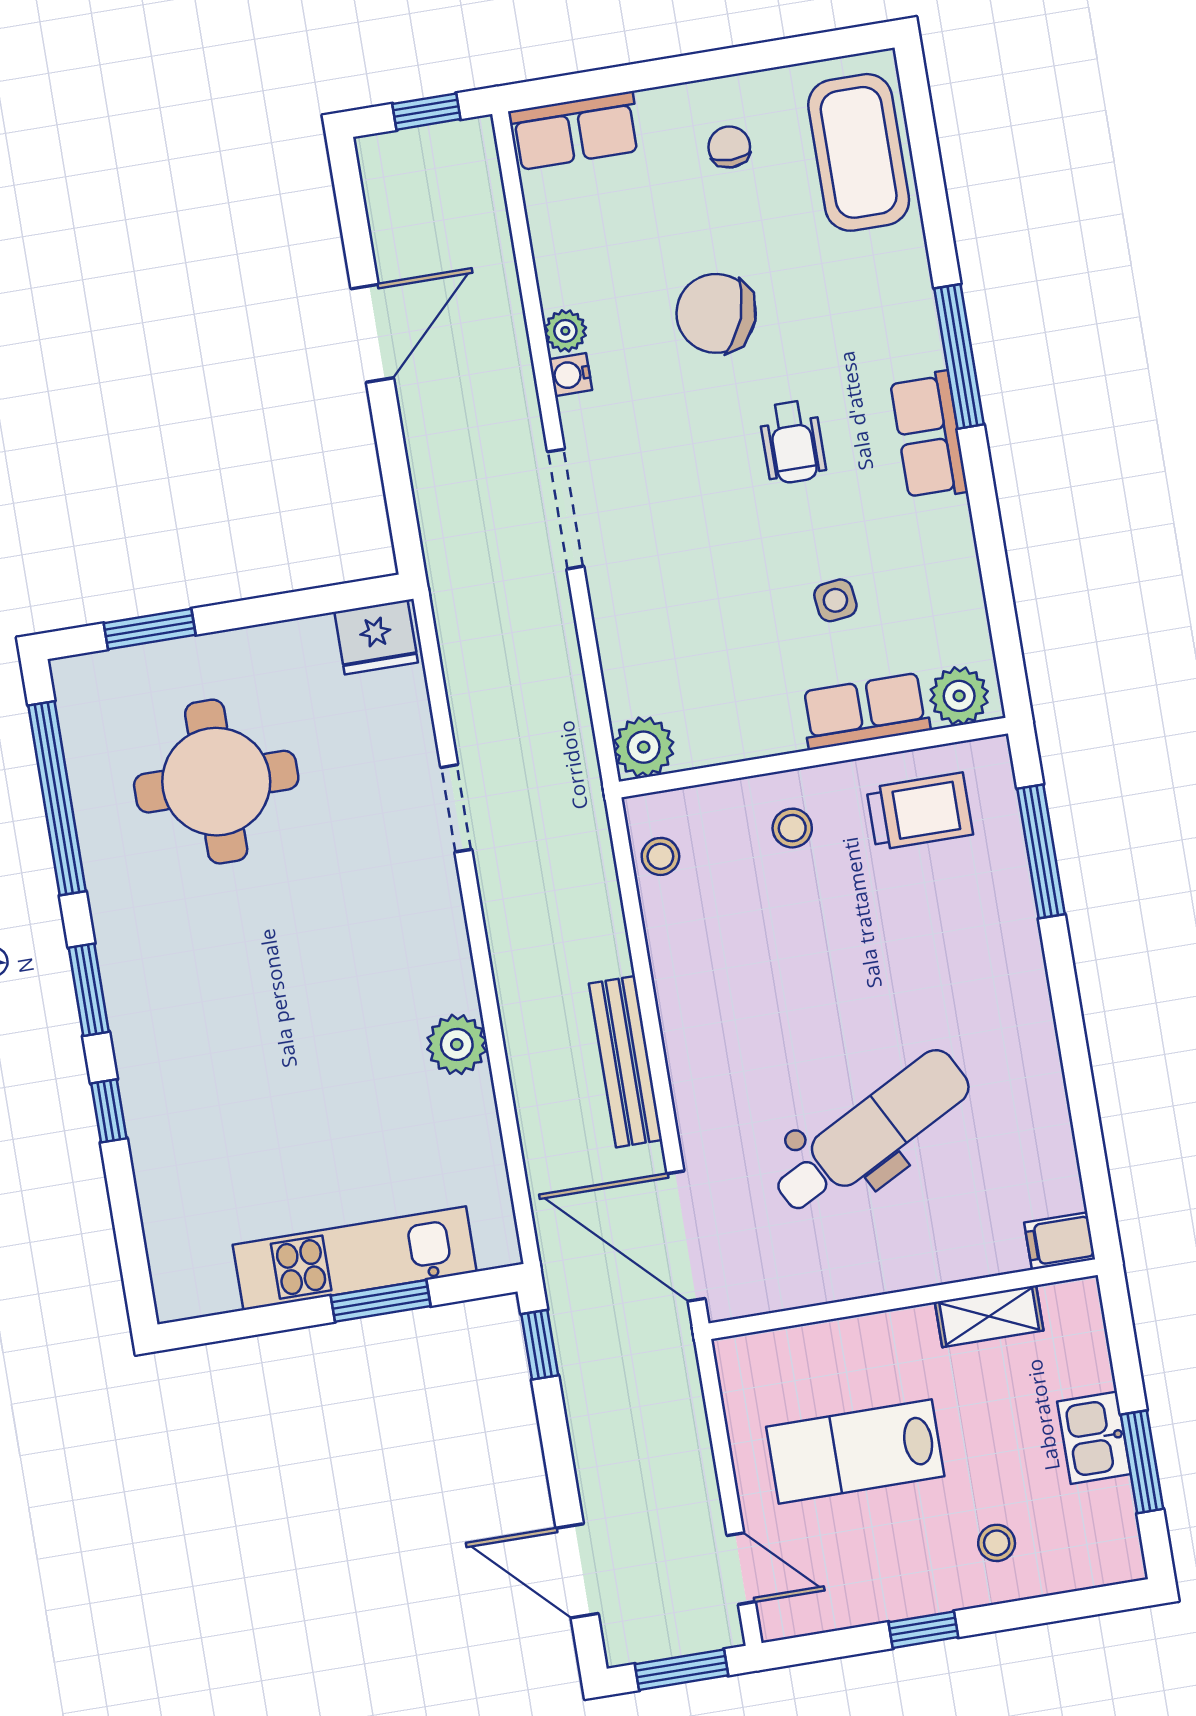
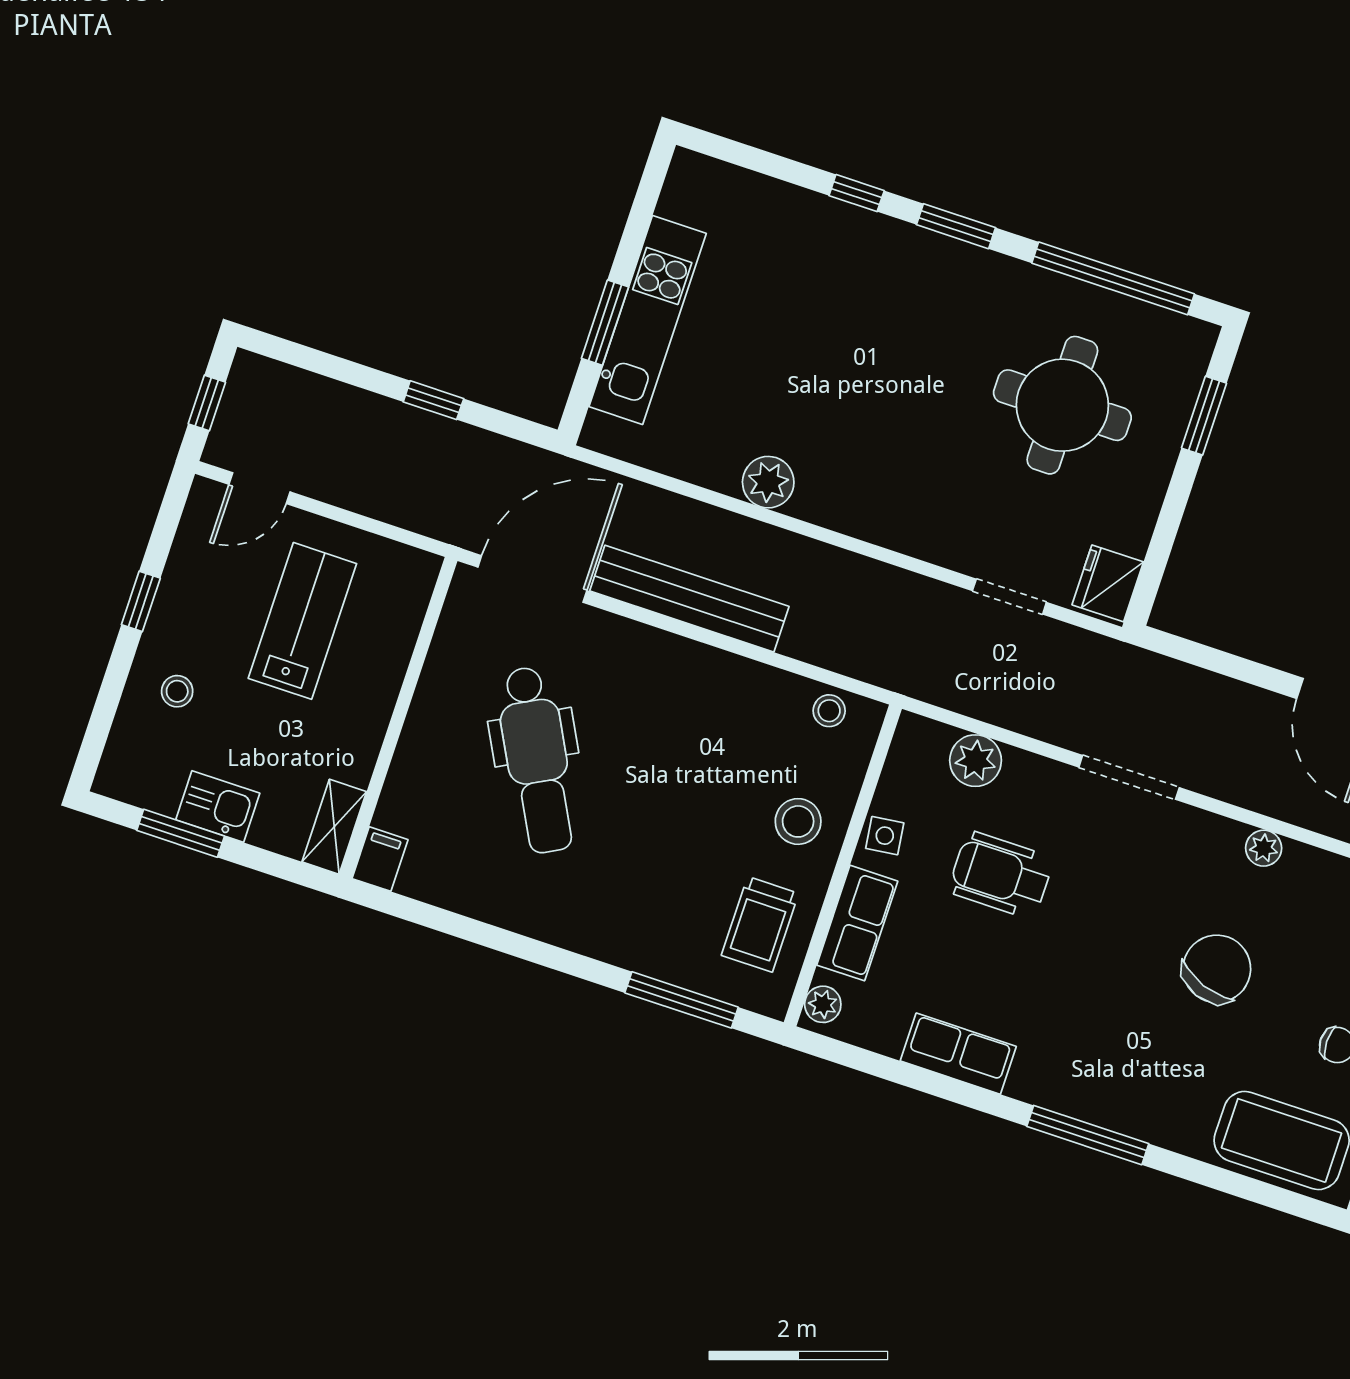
water cooler: (570, 375) -> (1229, 834), removed
row of seats: (929, 436) -> (958, 1054), moved
wheelchair: (793, 442) -> (1001, 875), moved, width x1.36, depth x1.37
side table: (835, 600) -> (885, 836), moved
plant: (959, 696) -> (823, 1004), width x0.73, depth x0.73
plant: (644, 747) -> (976, 761), moved
doorway: (456, 808) -> (1009, 597), moved
stool: (792, 828) -> (798, 821), width x1.37, depth x1.37
bench: (626, 1062) -> (689, 599), width x1.37, depth x1.21
shelving: (989, 1316) -> (334, 827), moved
window: (540, 1345) -> (433, 400), moved
door: (577, 1571) -> (323, 363), removed
window: (682, 1670) -> (207, 403), width x0.67

